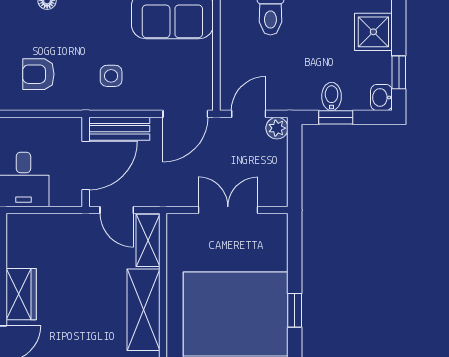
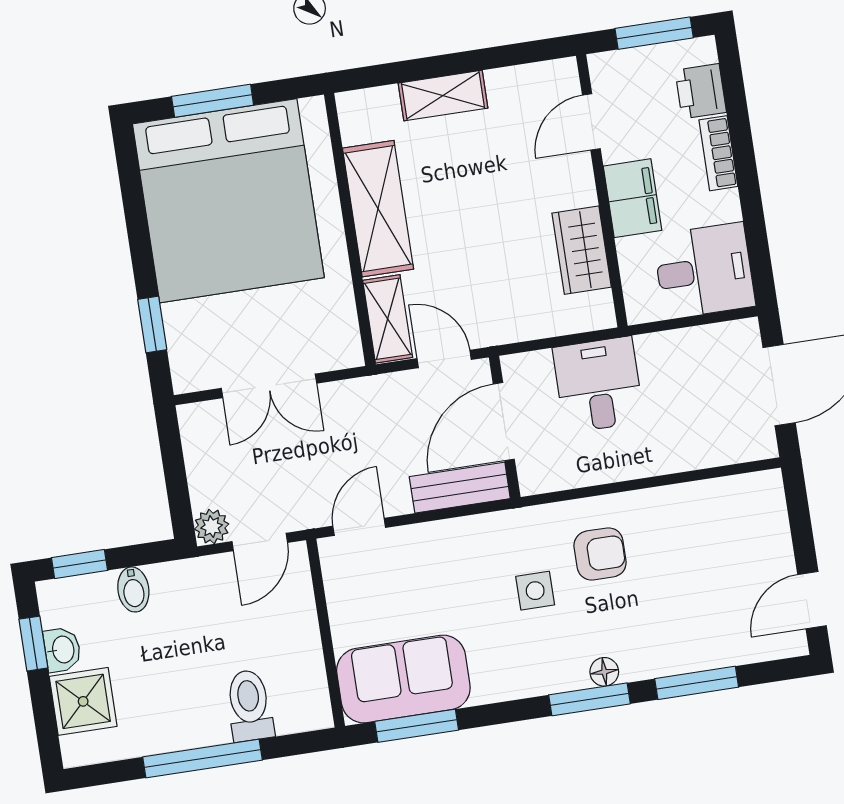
side table: (111, 76) -> (535, 591), moved
washbasin: (381, 97) -> (62, 650), moved
door: (185, 114) -> (359, 527), width x0.73
window: (336, 117) -> (80, 564), moved
wardrobe: (21, 294) -> (582, 250), moved
window: (295, 310) -> (152, 325), moved

